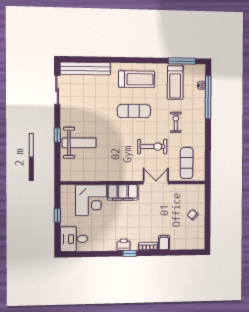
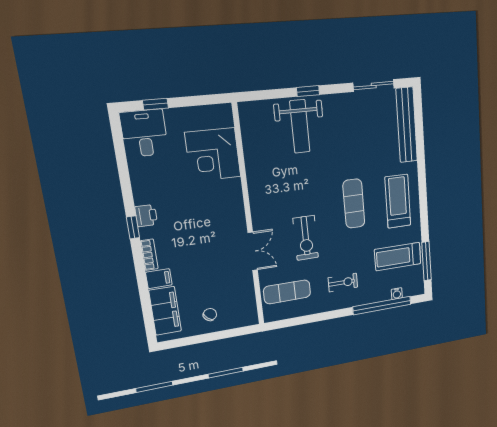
treadmill: (136, 79) -> (398, 201), turned 180
exercise bike: (176, 122) -> (343, 282), moved
filing cabinet: (123, 192) -> (165, 311), moved, turned 180
window: (57, 215) -> (155, 104), moved

